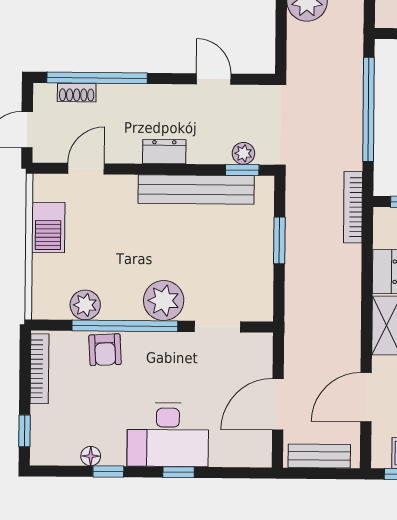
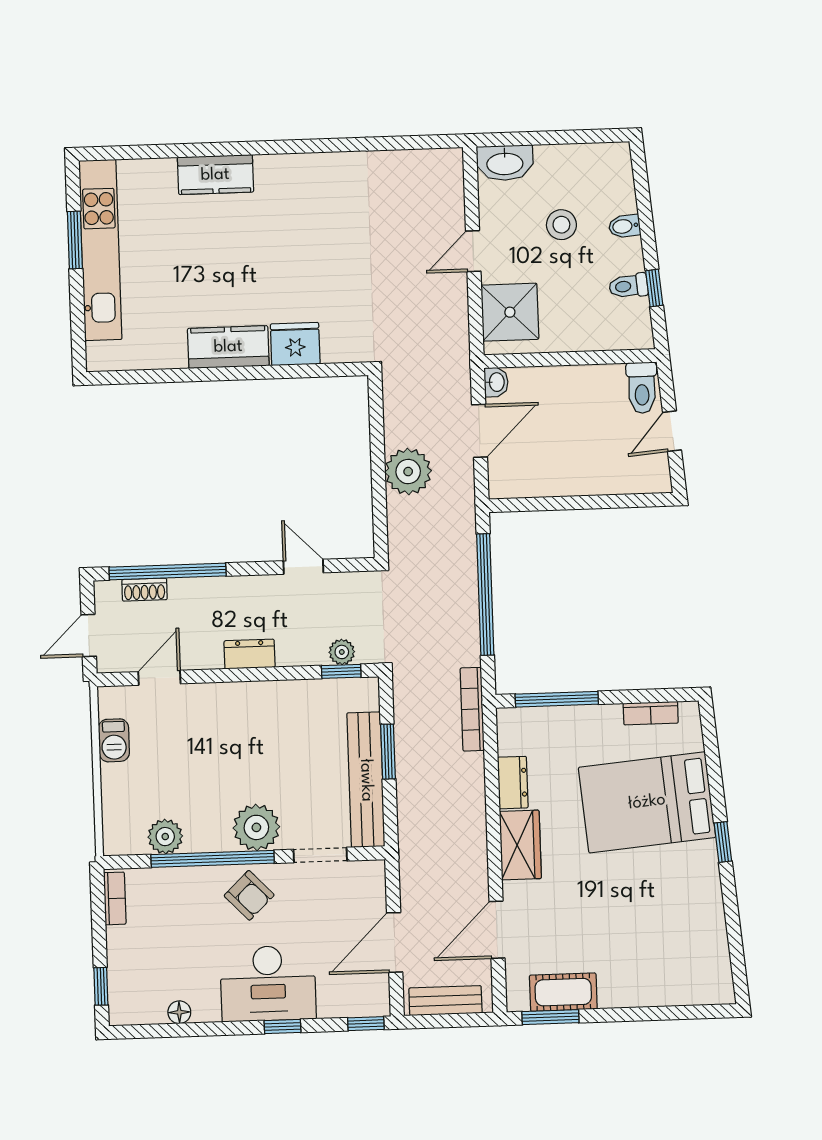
bench: (196, 189) -> (366, 780), moved, turned 90
barbecue: (48, 227) -> (114, 740), width x0.73, depth x0.79
armchair: (105, 350) -> (249, 895), moved, turned -41
bookcase: (39, 369) -> (115, 898), width x0.64
window: (108, 472) -> (366, 1024), moved

